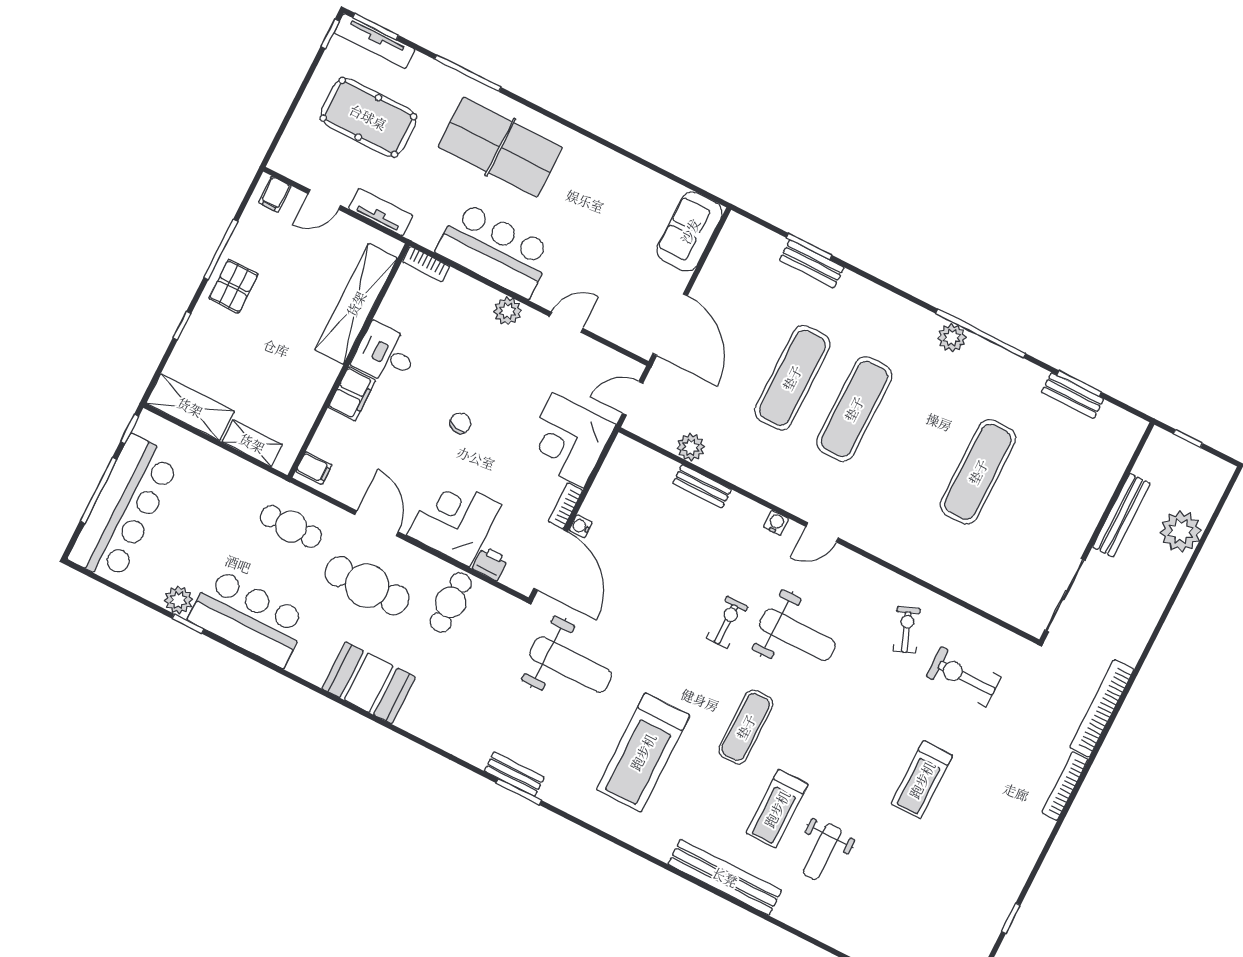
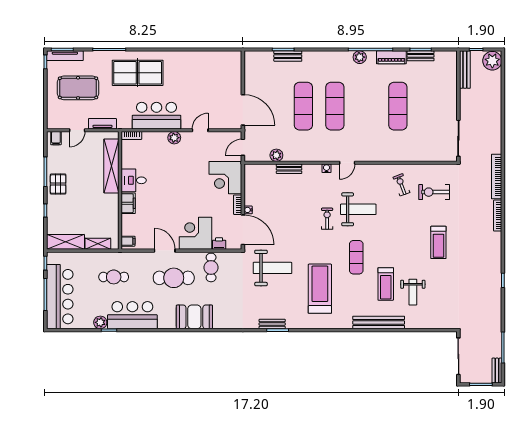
sofa: (690, 231) -> (232, 68), removed
piano: (1014, 370) -> (391, 57), added
chair: (460, 423) -> (178, 193), removed
bench: (1121, 515) -> (465, 70), moved
cafe table: (291, 526) -> (114, 277), moved
plant: (1181, 531) -> (492, 61), moved
treadmill: (643, 752) -> (320, 289), turned 180

